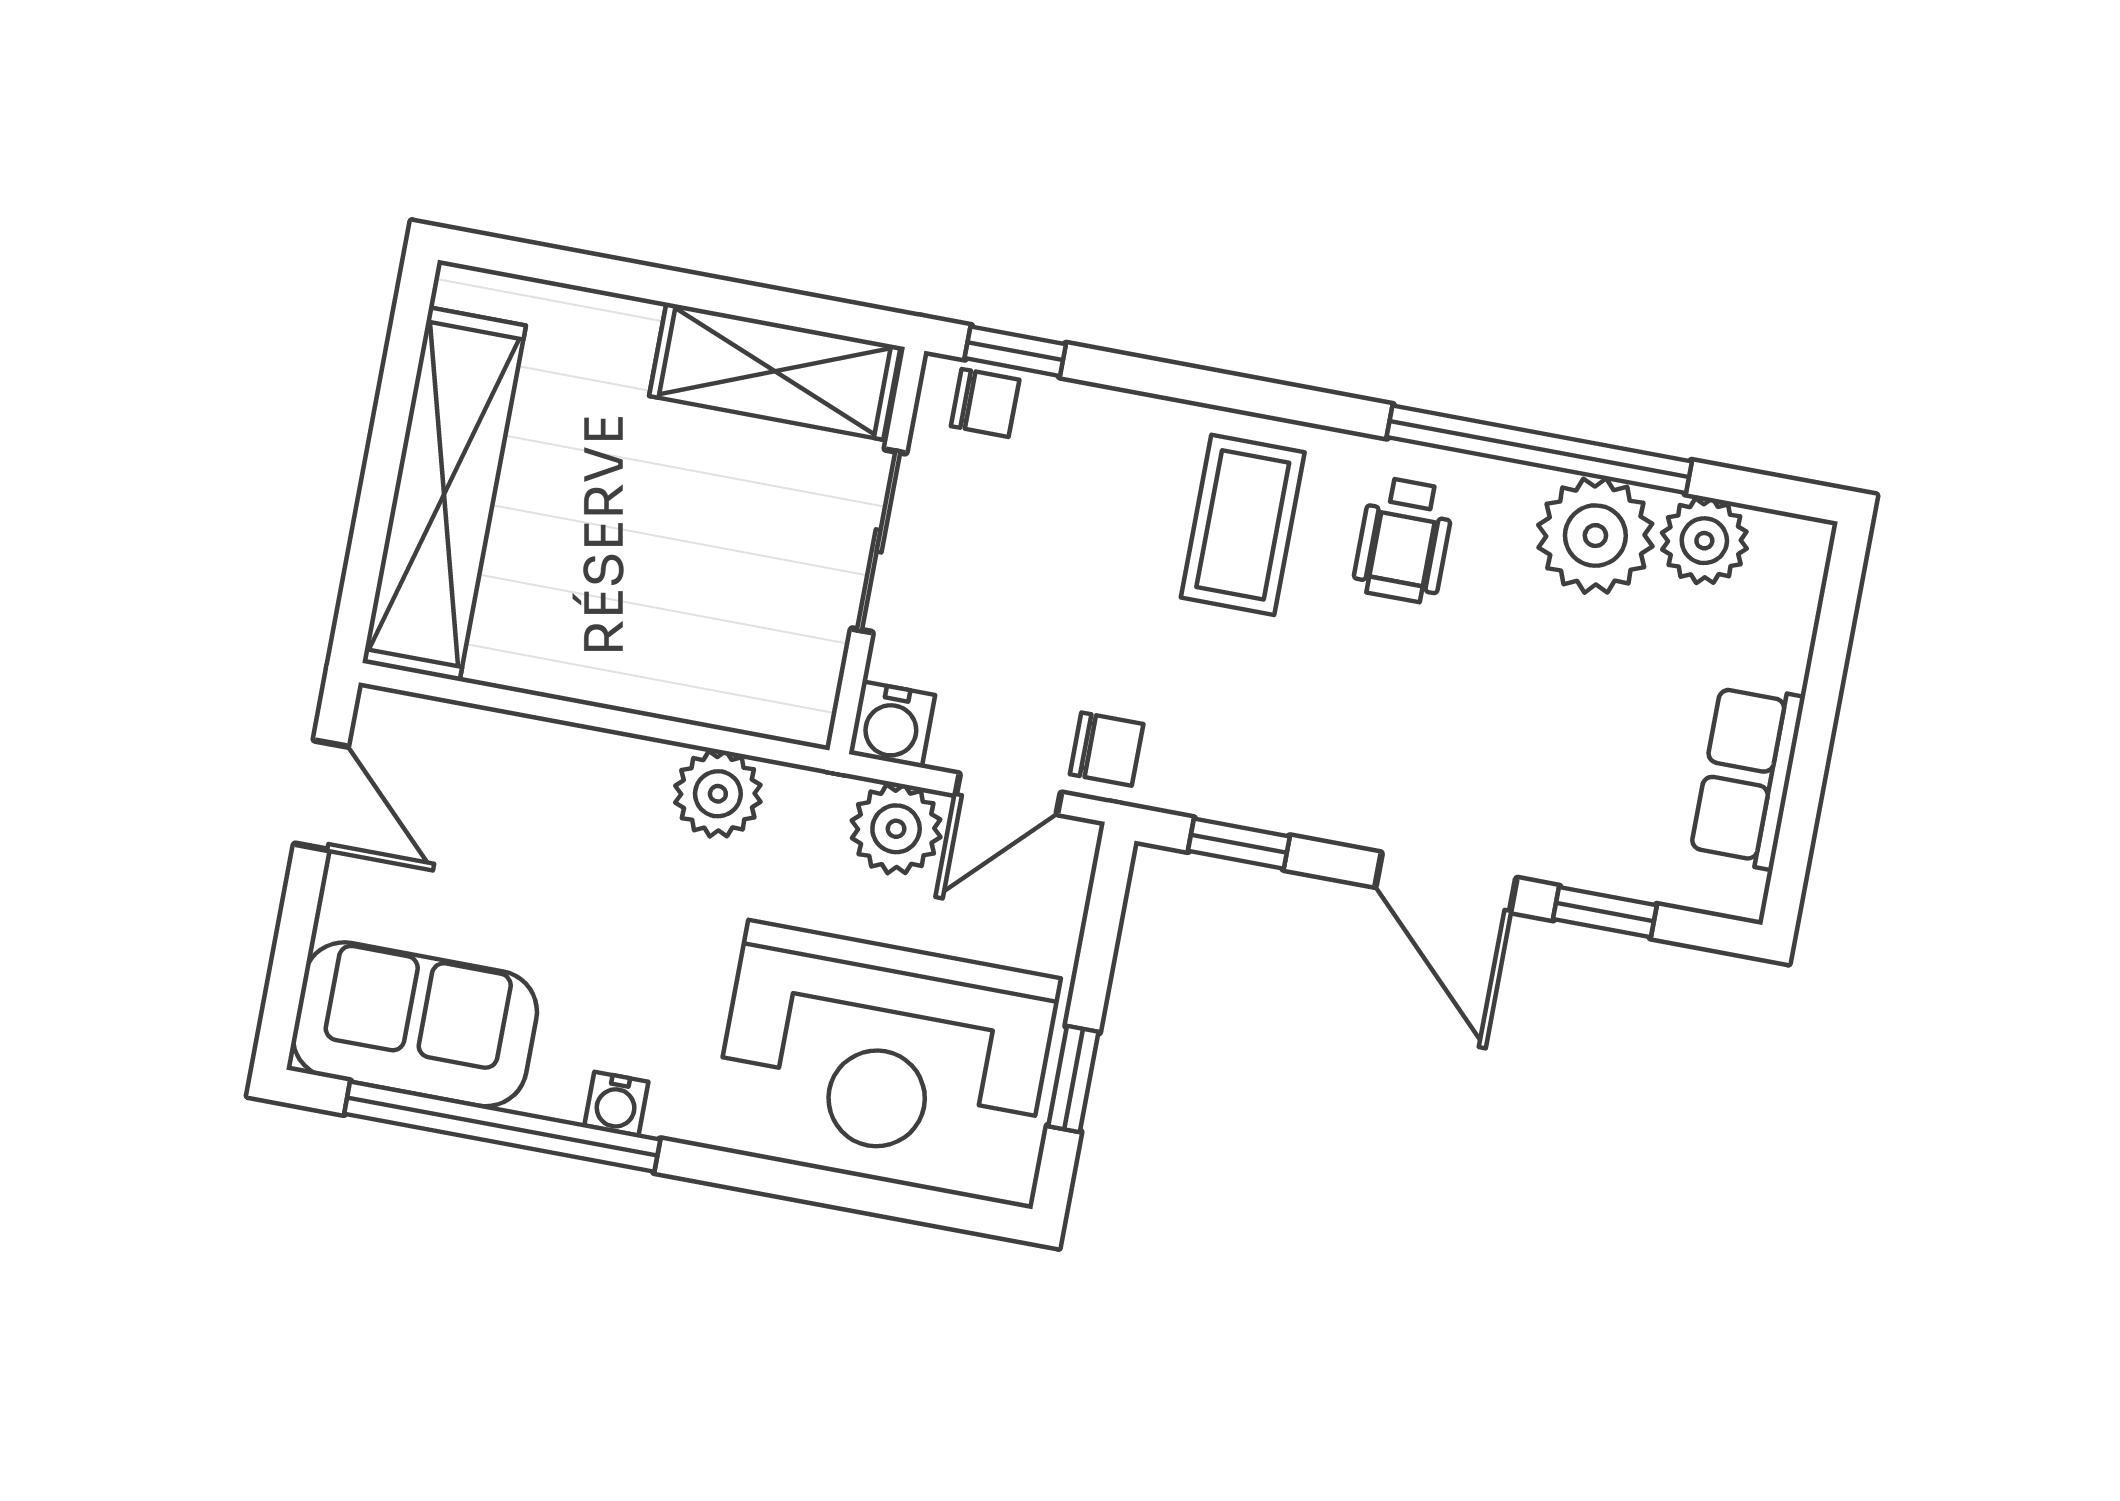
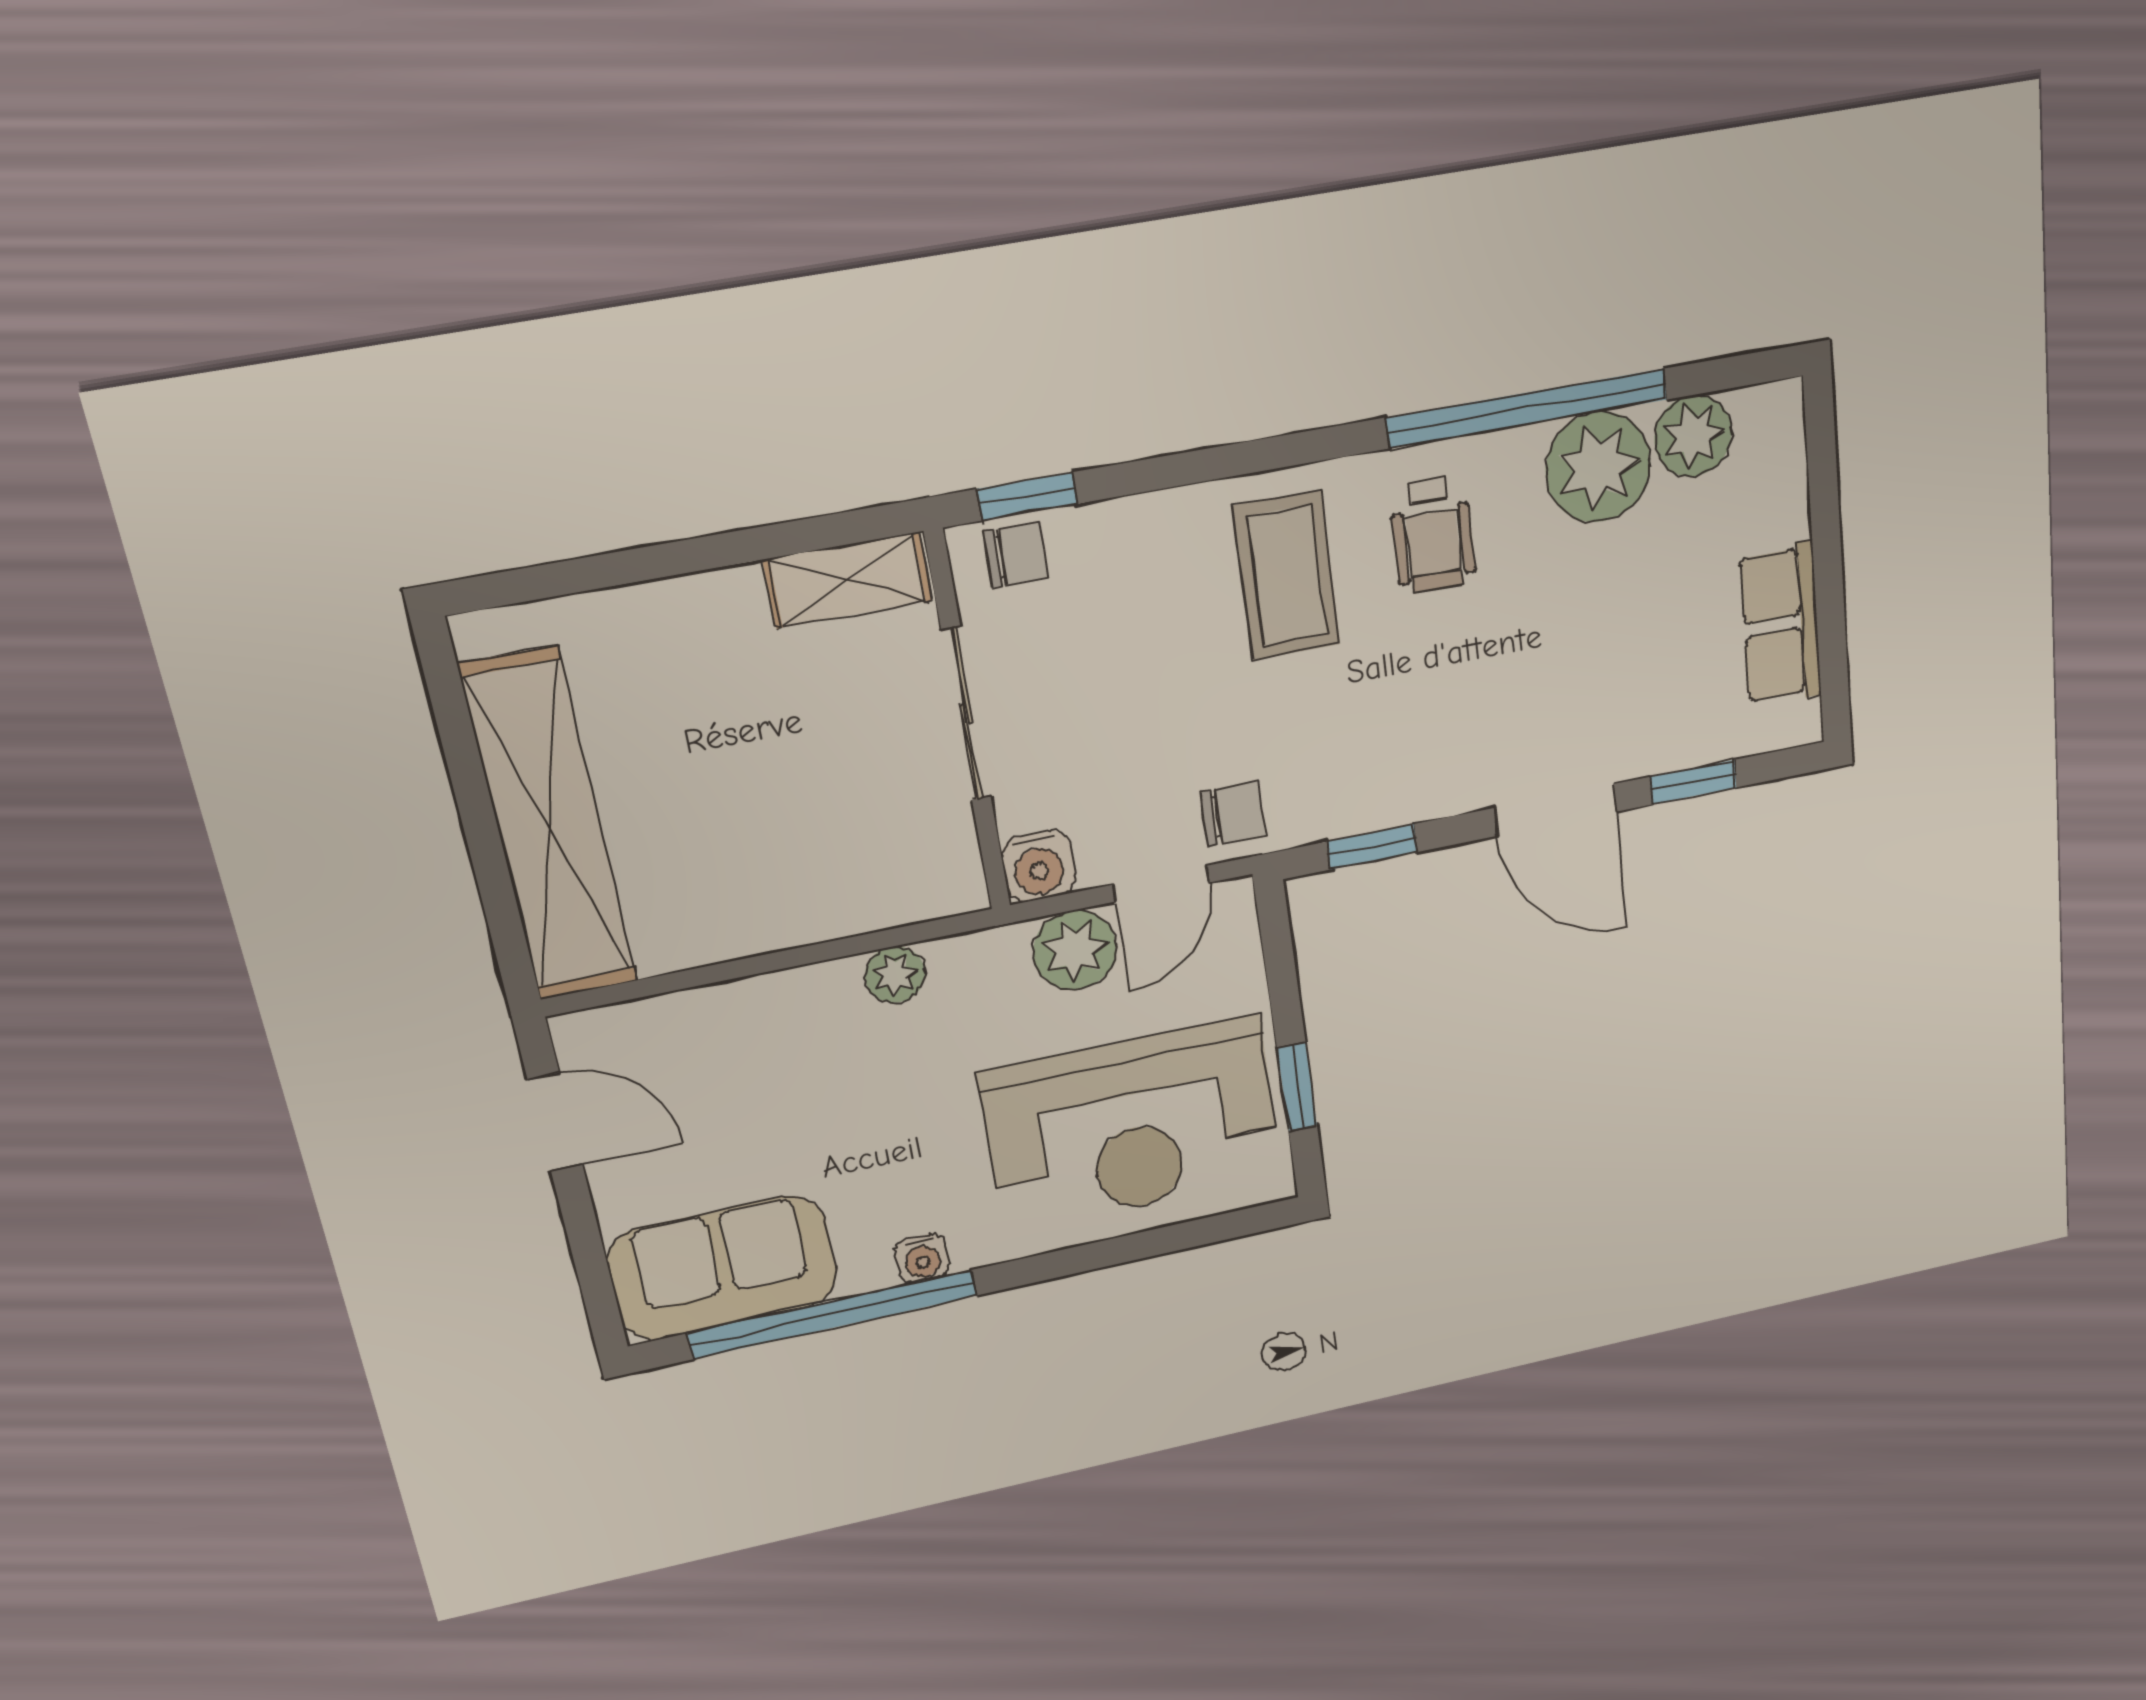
shelving: (775, 371) -> (848, 580), width x0.67, depth x0.75
plant: (718, 794) -> (895, 975), width x0.73, depth x0.73

